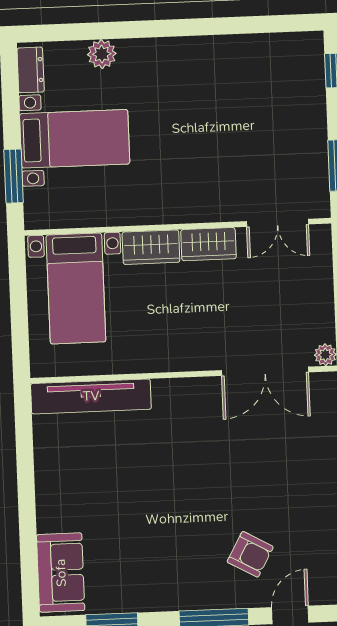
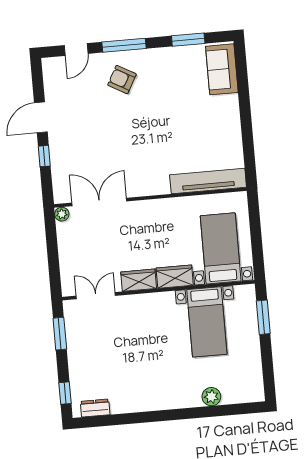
dresser: (31, 70) -> (95, 408), moved, turned 90
bed with nightstands: (75, 139) -> (207, 322), moved, turned -90
armchair: (250, 554) -> (122, 80), moved

